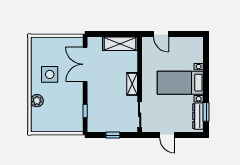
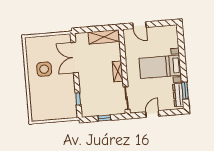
plant: (37, 101) -> (35, 93), removed
door: (167, 135) -> (152, 114), swing flipped

